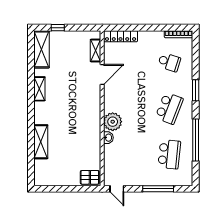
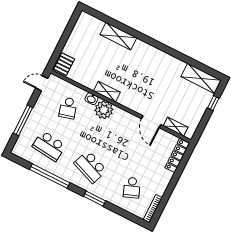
school desk: (169, 62) -> (132, 188), turned -39
shelving: (39, 89) -> (107, 92), moved
school desk: (127, 154) -> (68, 108), added

